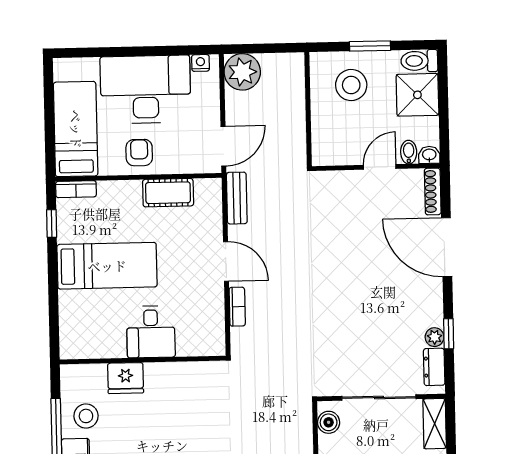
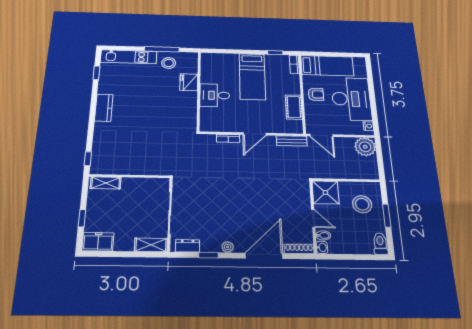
shower: (417, 95) -> (325, 192), moved
plant: (435, 337) -> (228, 247), moved
boiler: (329, 422) -> (156, 184), removed

